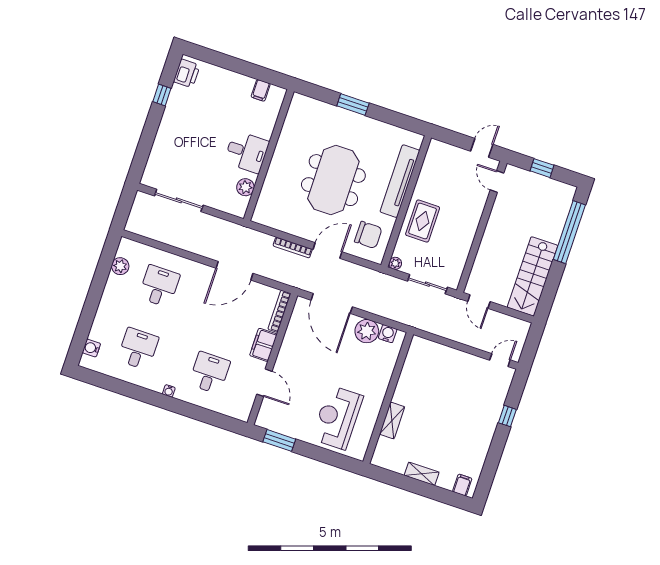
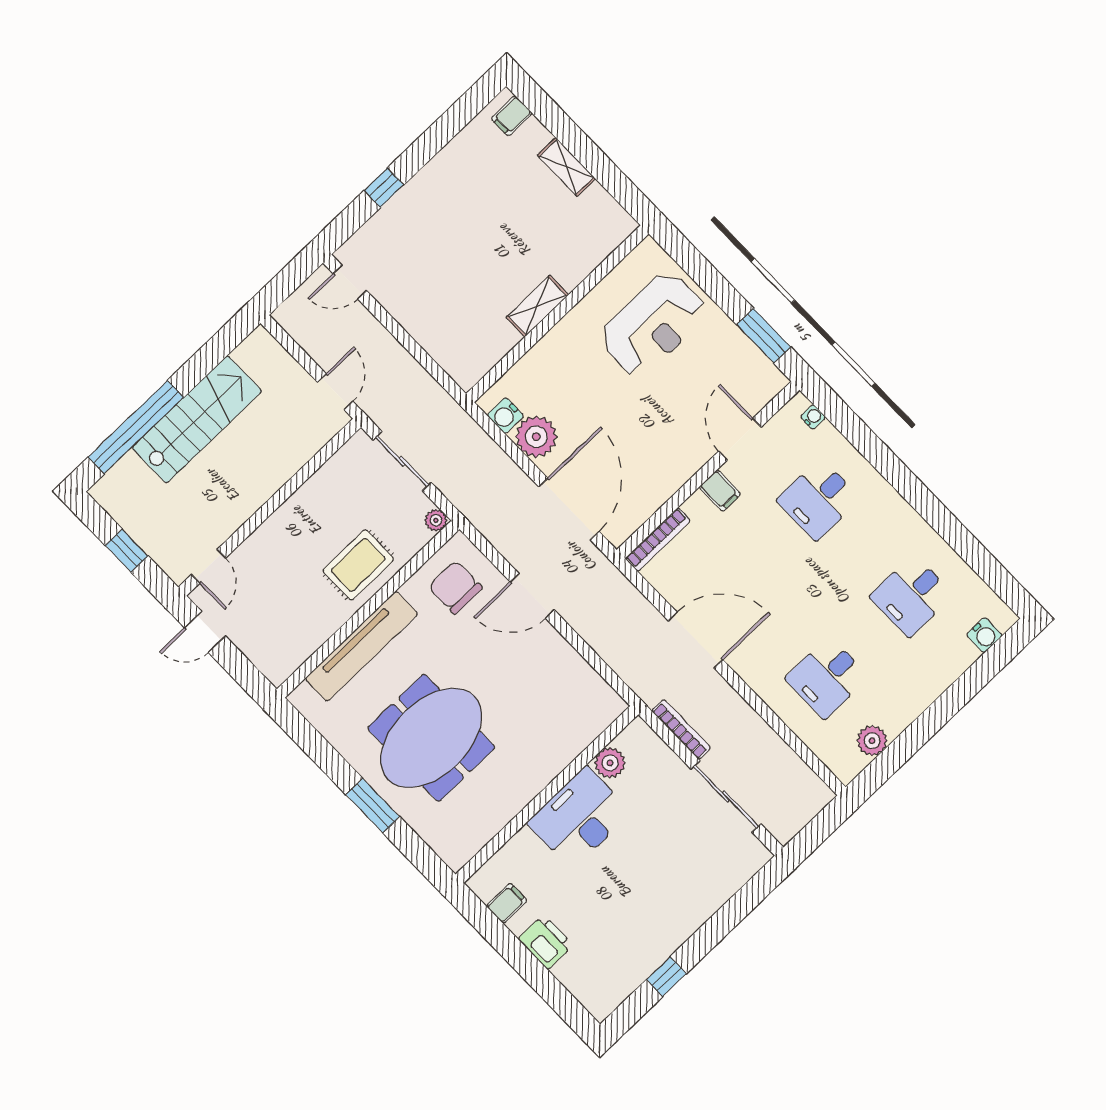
printer: (187, 73) -> (546, 942), moved, turned 90
desk: (247, 152) -> (579, 818), width x1.37
meeting table: (333, 180) -> (431, 738), moved
bookcase: (293, 247) -> (681, 729), moved
stairs: (533, 276) -> (197, 419), moved
filing cabinet: (263, 345) -> (720, 491), width x0.50
water cooler: (169, 391) -> (813, 417), moved
shelving: (392, 420) -> (537, 306), moved

